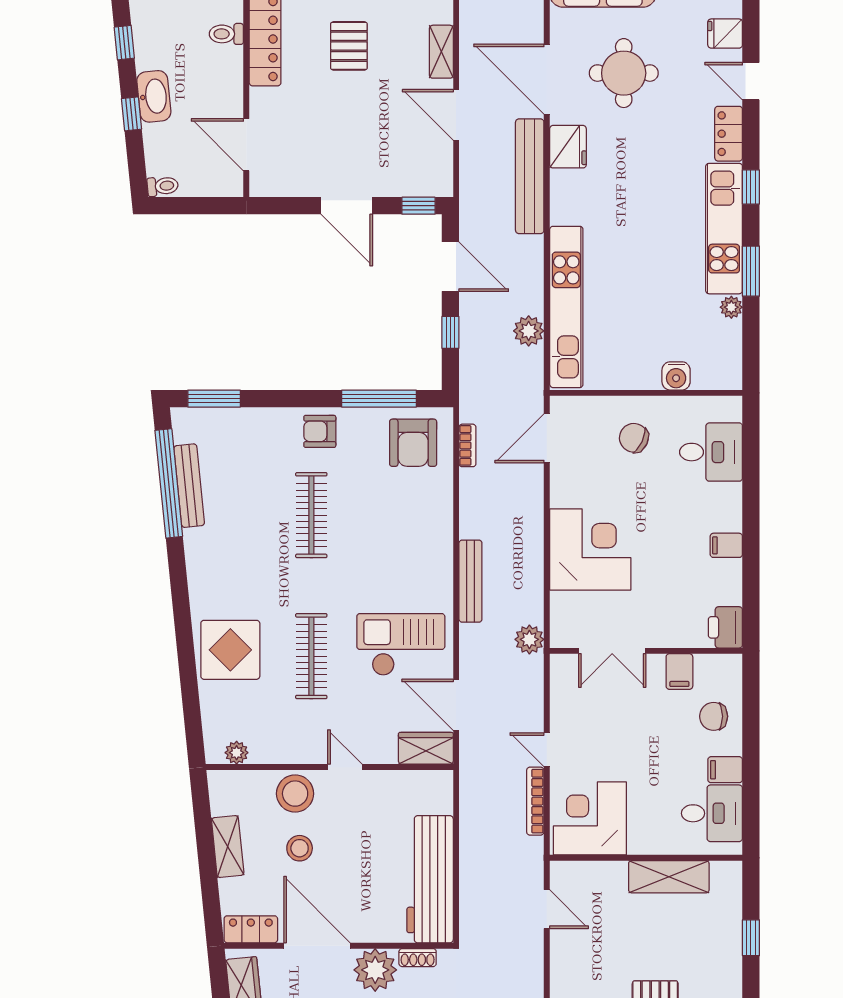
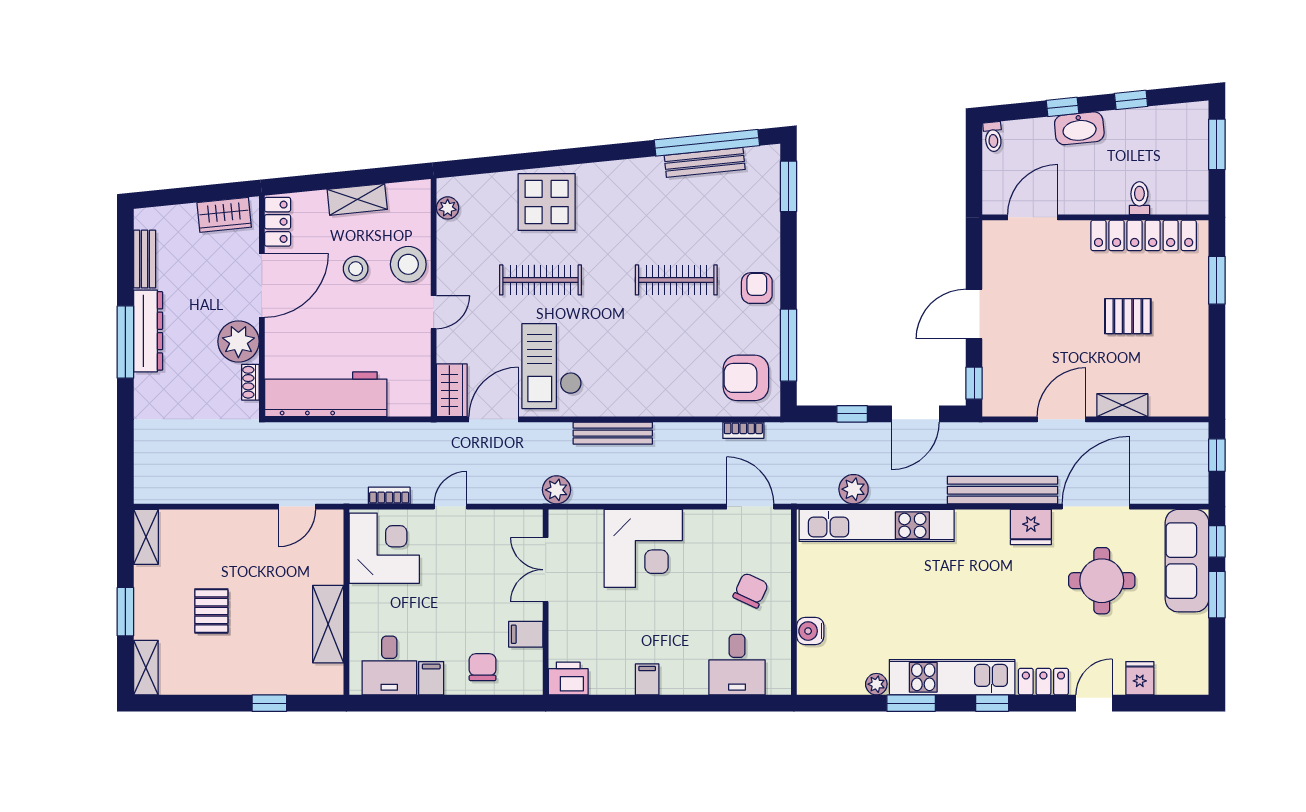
checkout: (401, 645) -> (552, 366), turned 180
bookcase: (535, 801) -> (389, 496), width x0.64

